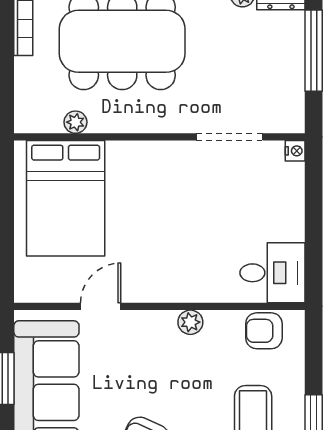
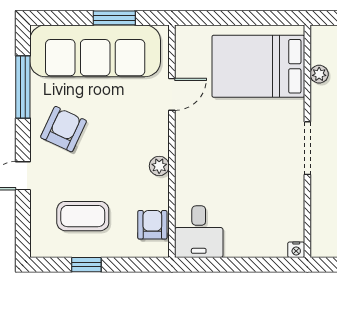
doorway: (230, 137) -> (307, 148), moved
door: (101, 306) -> (172, 94), hinge flipped

